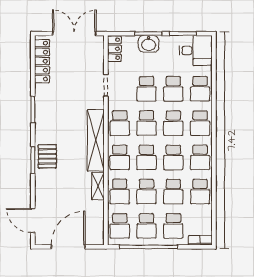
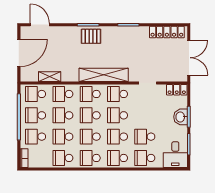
school desk: (147, 89) -> (145, 115), removed
shelving: (98, 186) -> (50, 77), moved
door: (33, 221) -> (40, 25), hinge flipped
door: (68, 247) -> (19, 53), hinge flipped

